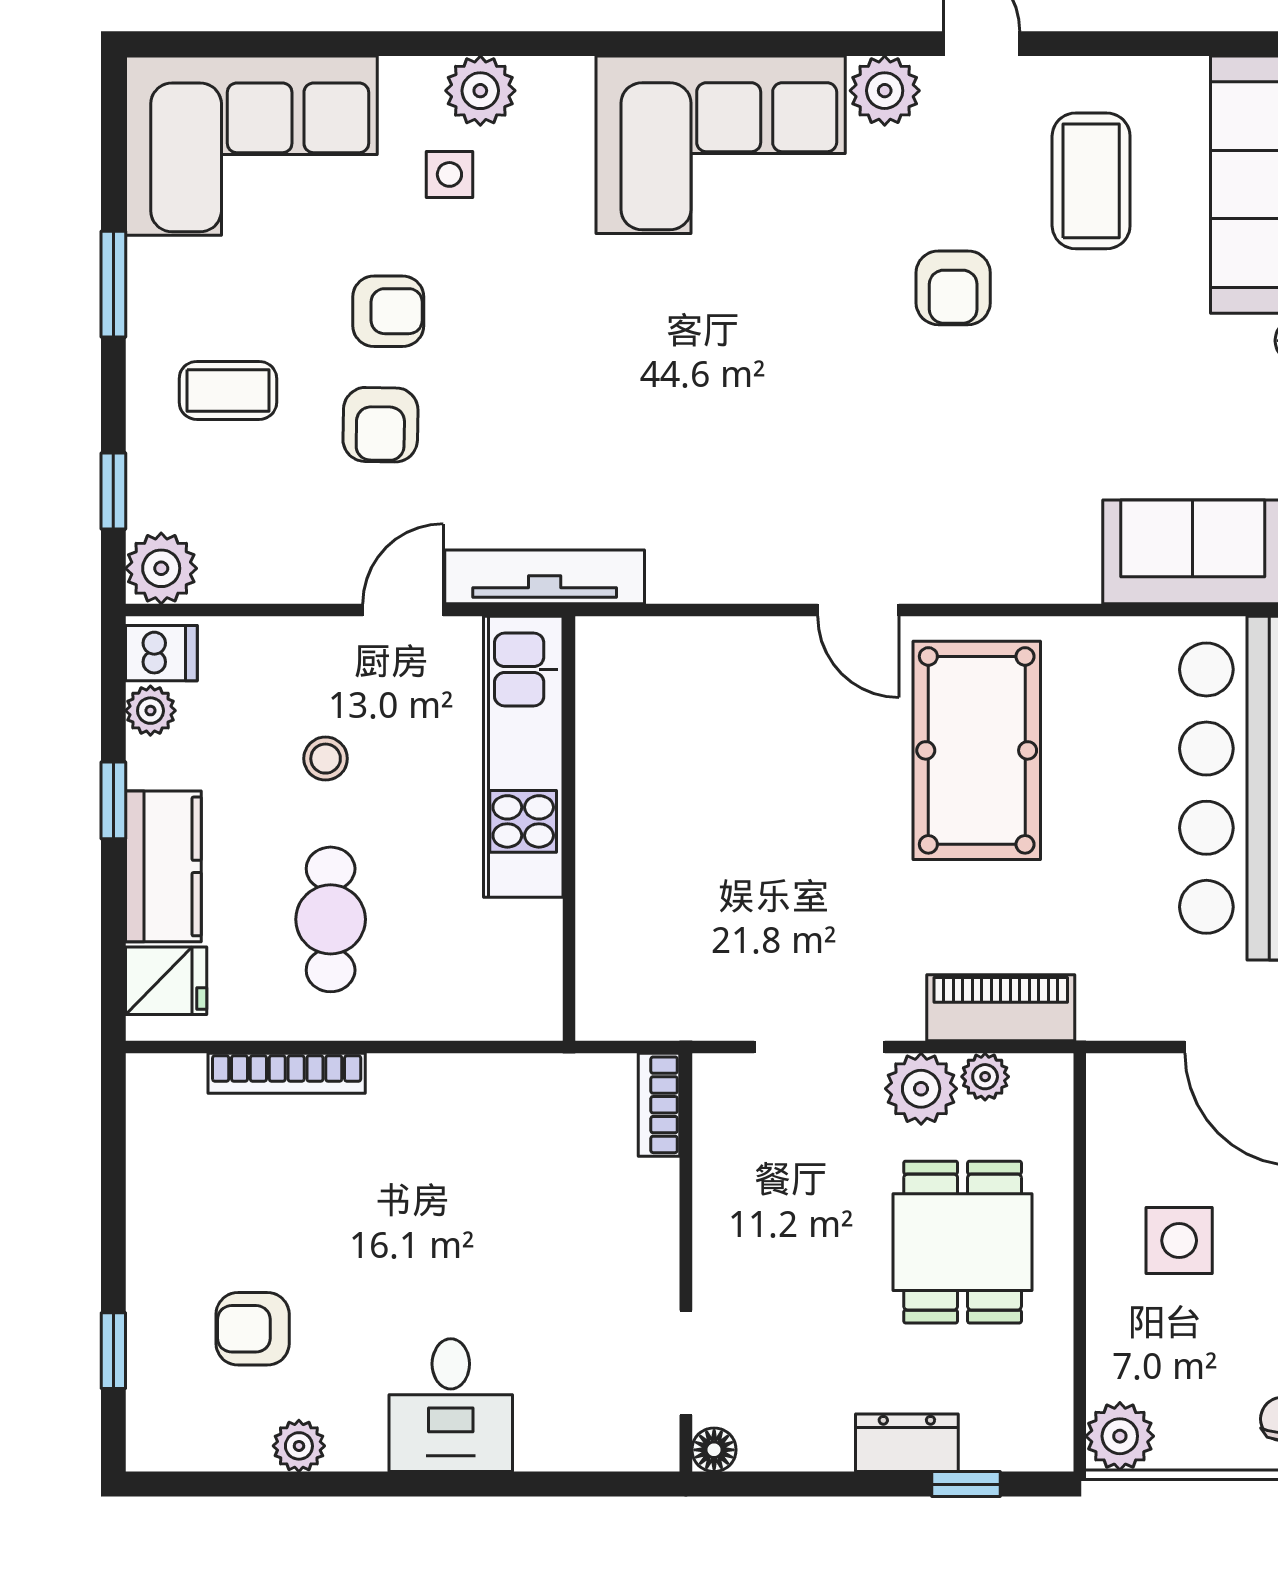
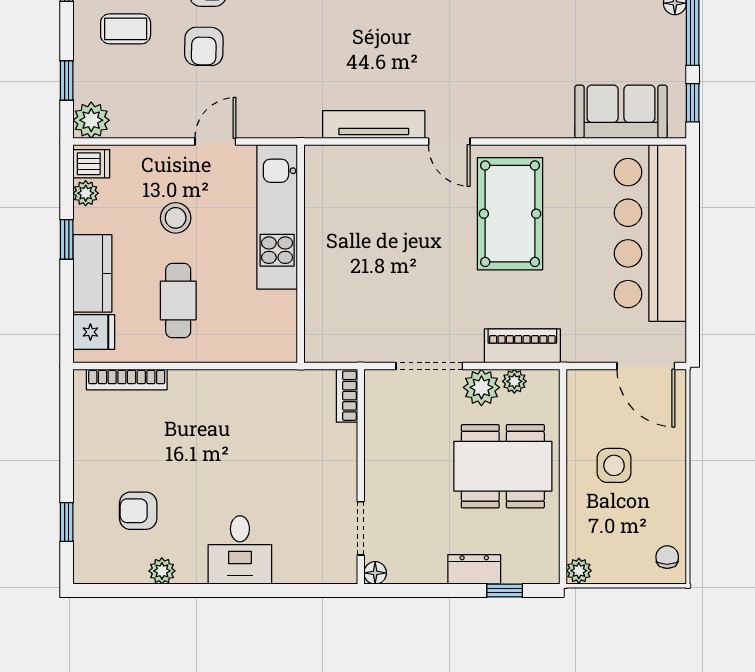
tv unit: (545, 577) -> (374, 125), moved
stool: (326, 759) -> (176, 218), width x1.37, depth x1.37
bookcase: (287, 1073) -> (127, 380), moved
dining table: (963, 1242) -> (503, 466), width x1.38
plant: (1120, 1436) -> (579, 571), width x0.73, depth x0.73

